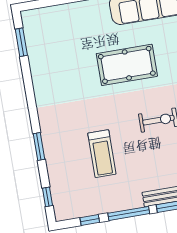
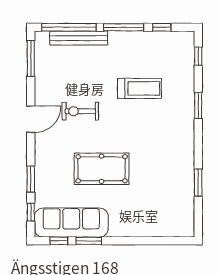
window: (21, 42) -> (198, 182), moved
treadmill: (102, 154) -> (140, 88), turned 90

